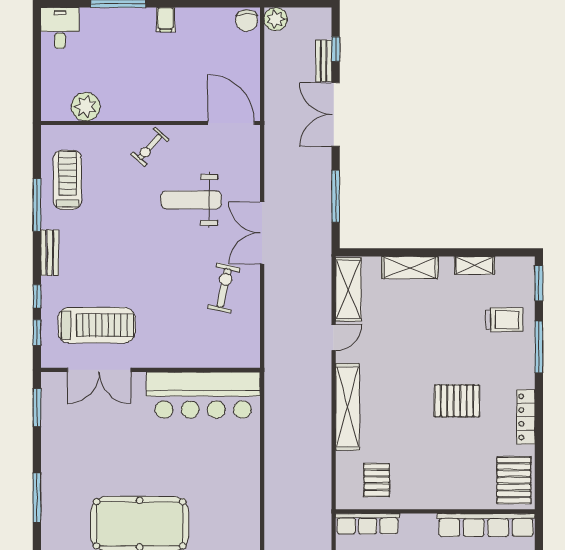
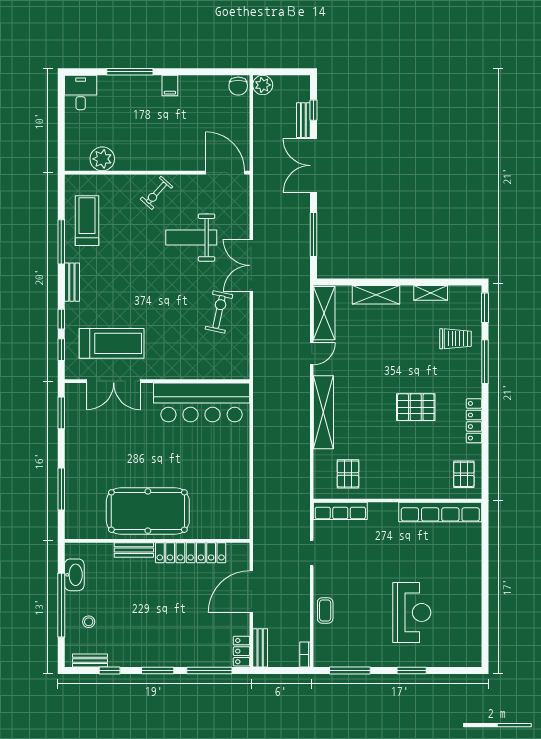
pallet: (514, 480) -> (464, 474), width x0.67, depth x0.71

